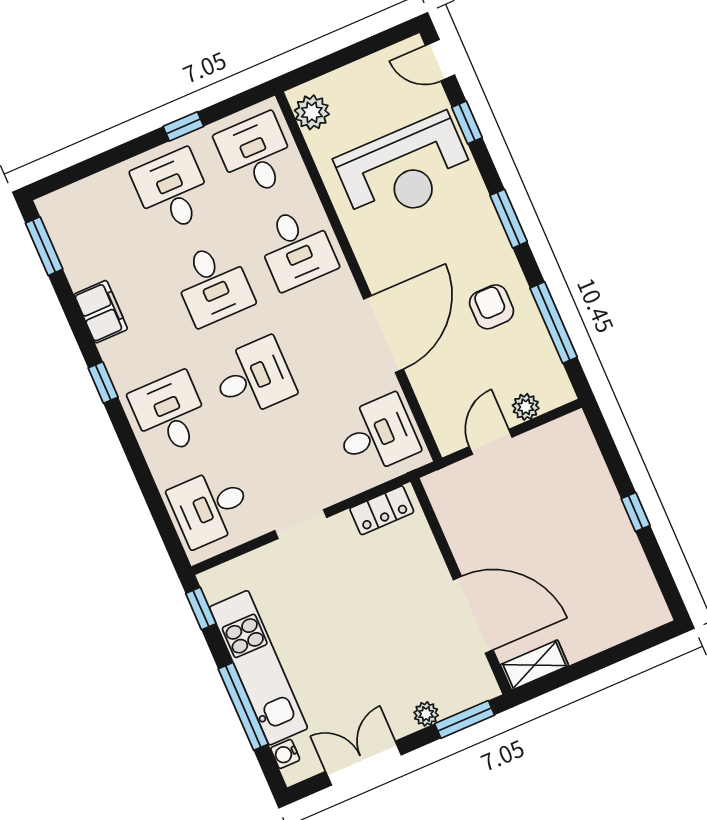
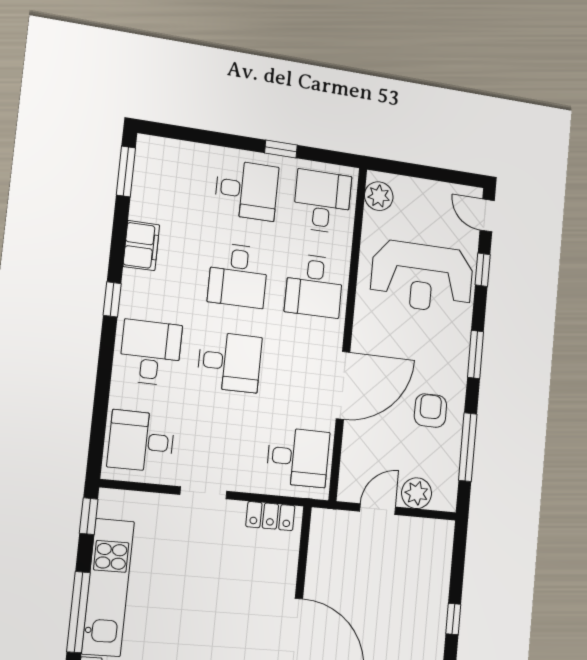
desk: (173, 191) -> (247, 190), turned 90
plant: (526, 407) -> (417, 493), width x1.38, depth x1.38

